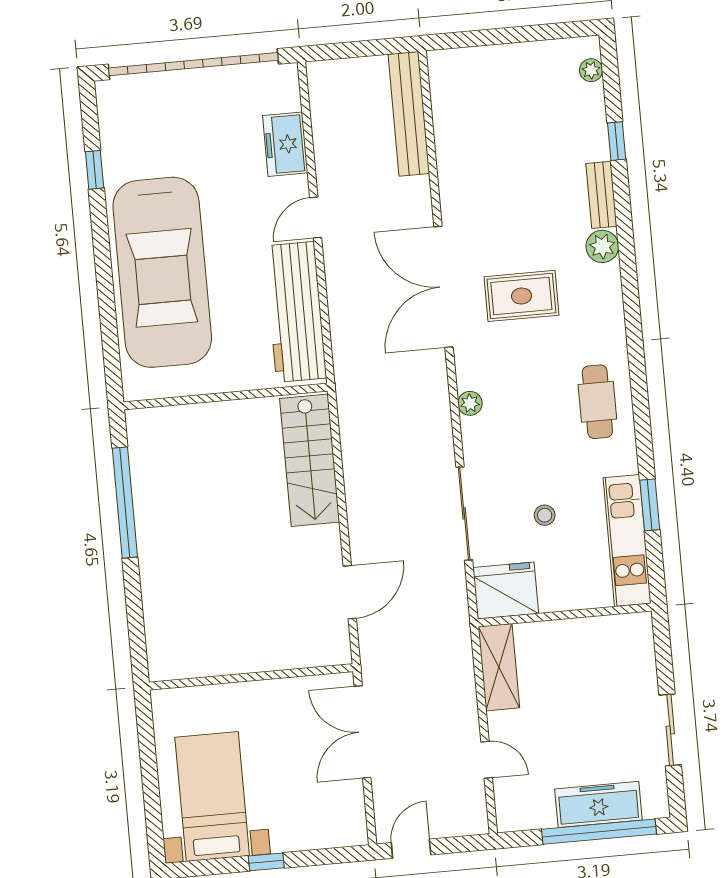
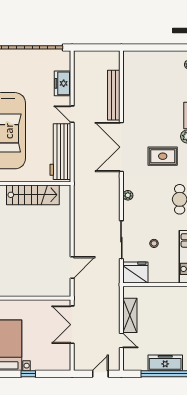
bench: (409, 114) -> (114, 95), moved
door: (316, 218) -> (72, 114), hinge flipped
rug: (521, 296) -> (163, 156), moved
stairs: (310, 460) -> (33, 195), moved, turned -90
shelving: (499, 667) -> (130, 315), moved
door: (411, 849) -> (100, 374), moved

